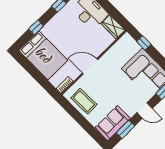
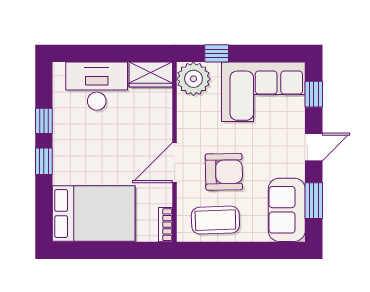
window: (36, 27) -> (44, 161), moved
plant: (127, 44) -> (193, 79), added
armchair: (104, 87) -> (224, 172), added

